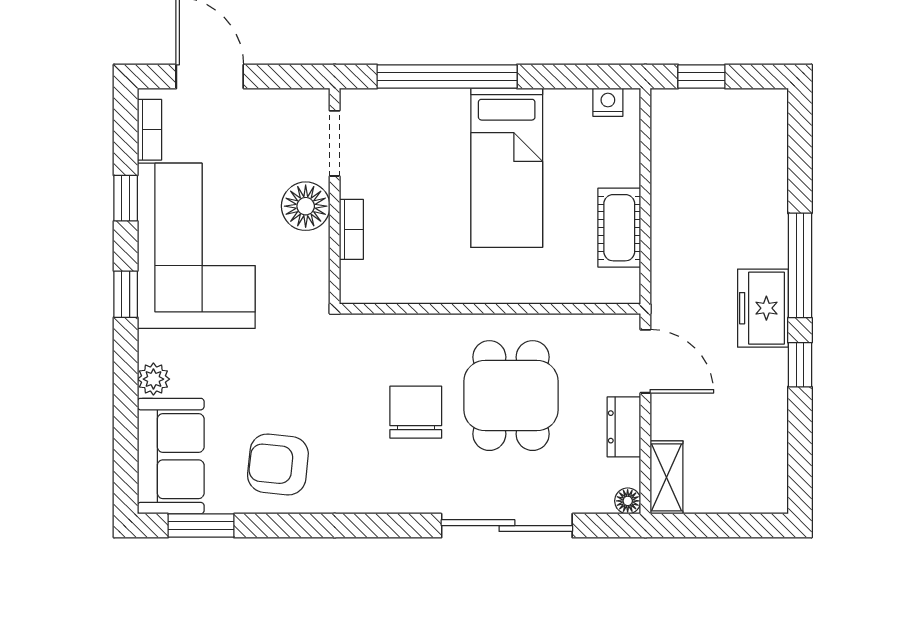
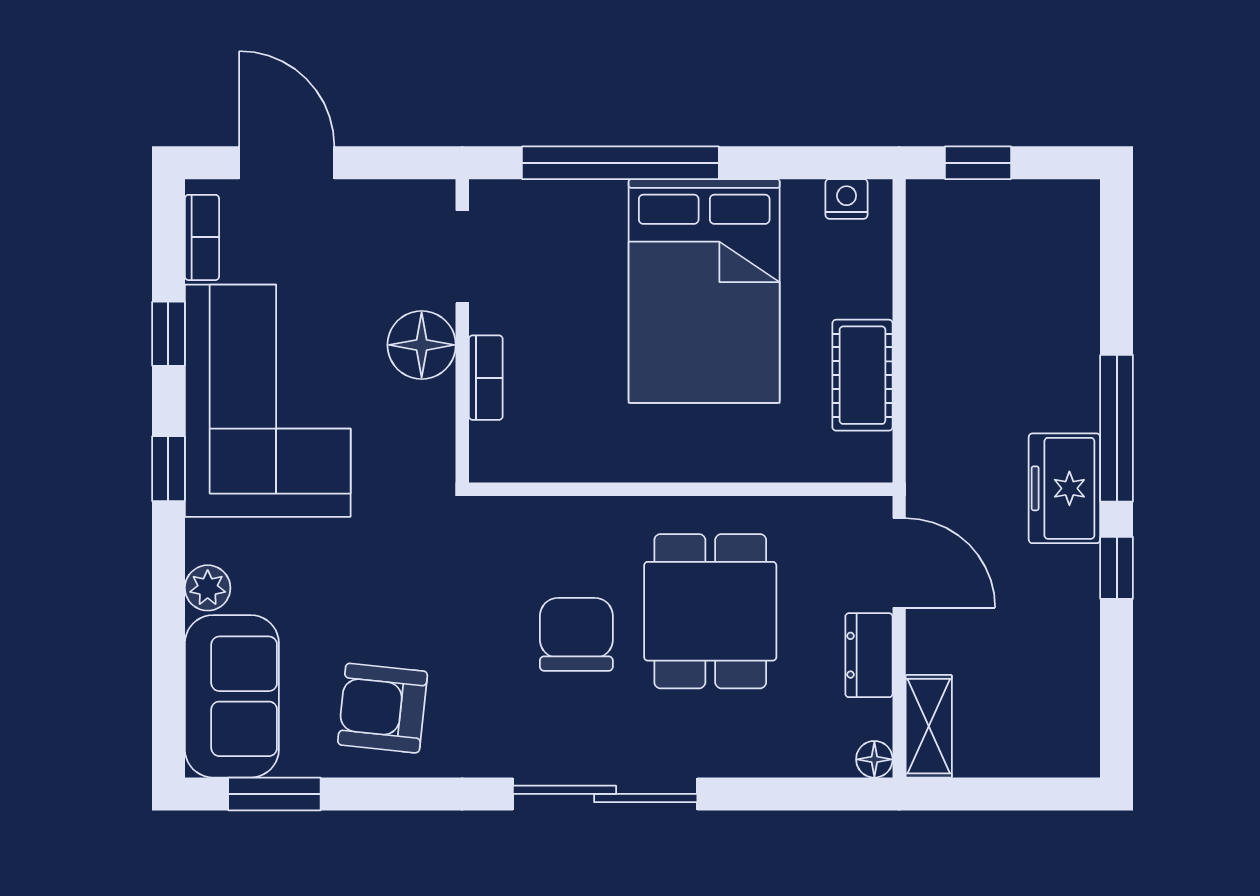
bed: (507, 168) -> (704, 291), width x1.50
sliding door: (507, 526) -> (605, 794), moved

